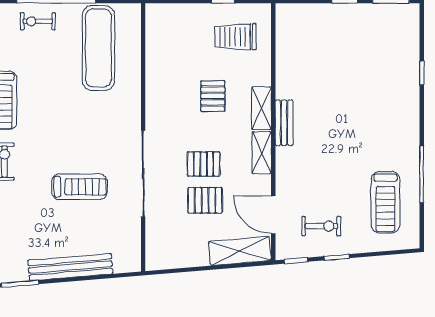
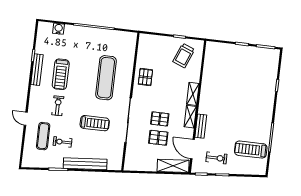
exercise bike: (38, 21) -> (63, 142), moved
trolley: (235, 37) -> (184, 56), turned -68
exercise mat: (98, 48) -> (106, 78), moved
pallet: (213, 96) -> (145, 77), moved
bench: (284, 123) -> (201, 126), moved
treadmill: (385, 202) -> (251, 150), turned 90

